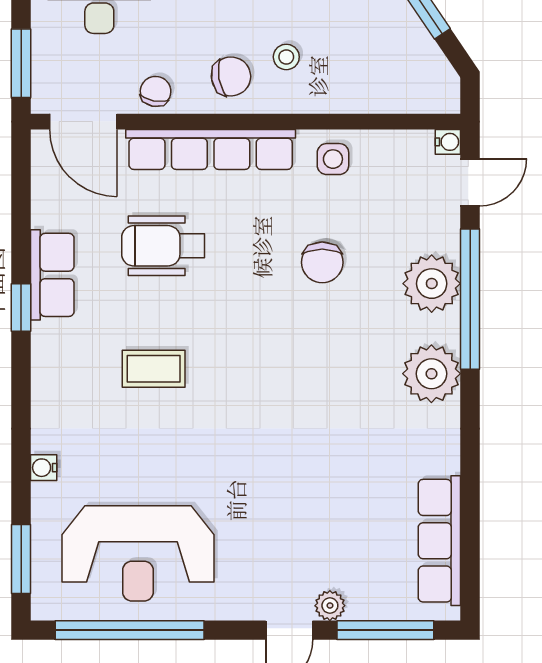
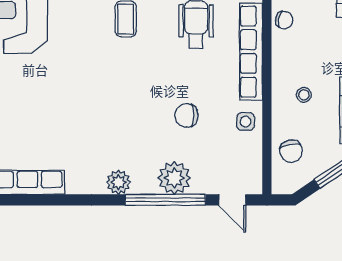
chair: (231, 76) -> (291, 151), moved
water cooler: (448, 142) -> (255, 187), removed
plant: (431, 374) -> (118, 182), width x0.73, depth x0.73

